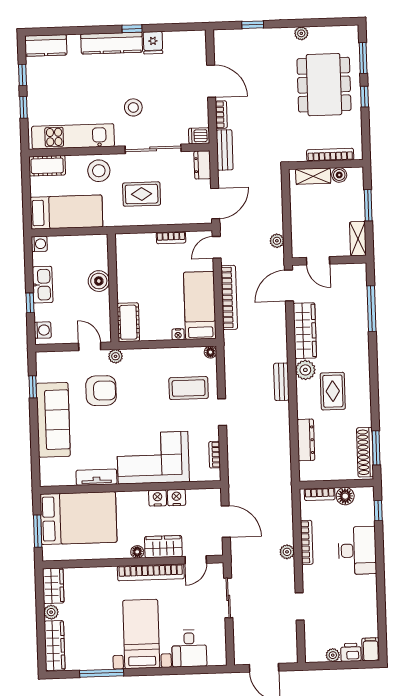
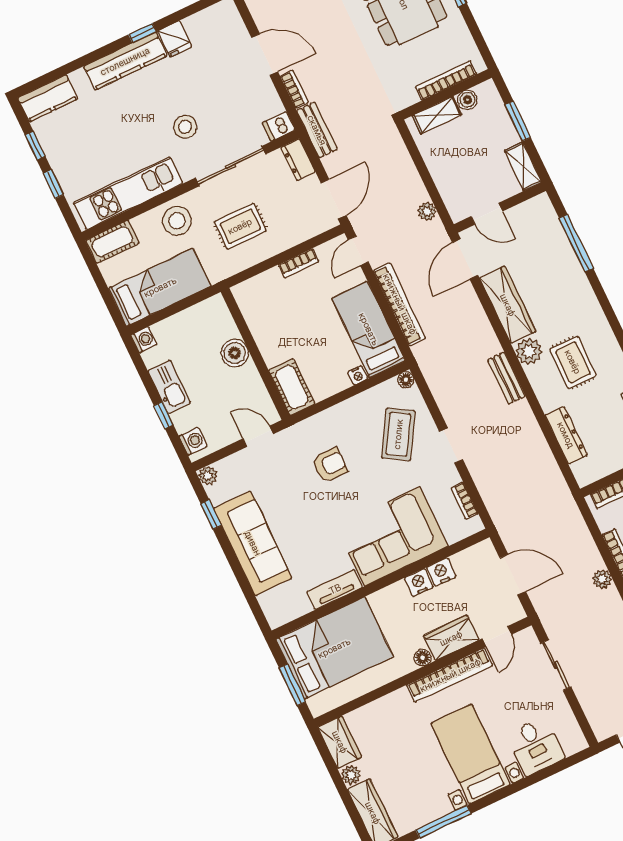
plant: (116, 356) -> (208, 476), moved
coffee table: (189, 388) -> (398, 434), turned -59
armchair: (101, 391) -> (330, 465), moved, width x0.72, depth x0.72

